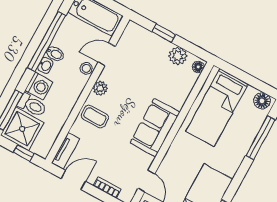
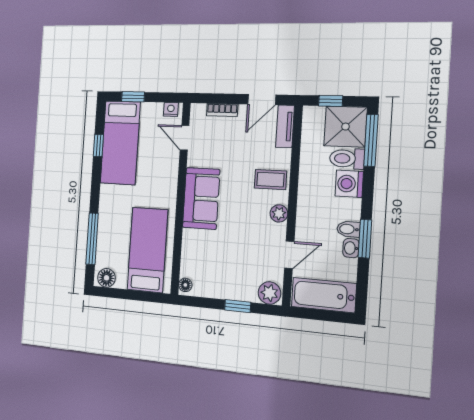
window: (47, 42) -> (365, 239), width x0.47
plant: (178, 56) -> (269, 293), moved
washbasin: (45, 65) -> (351, 248), moved
stool: (86, 68) -> (305, 228), removed

